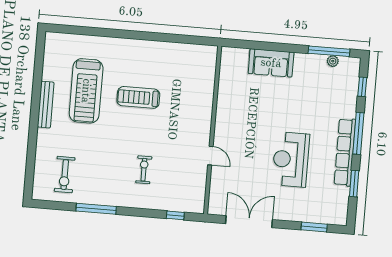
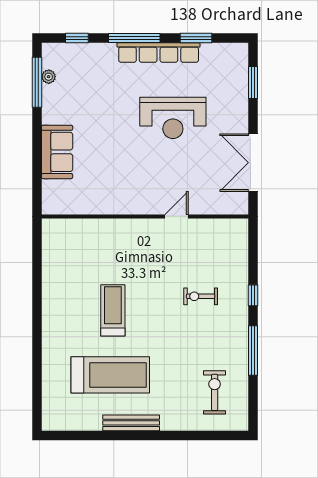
treadmill: (138, 97) -> (113, 310), turned 180
exercise bike: (65, 175) -> (215, 392), turned -90
window: (175, 215) -> (253, 295), moved

